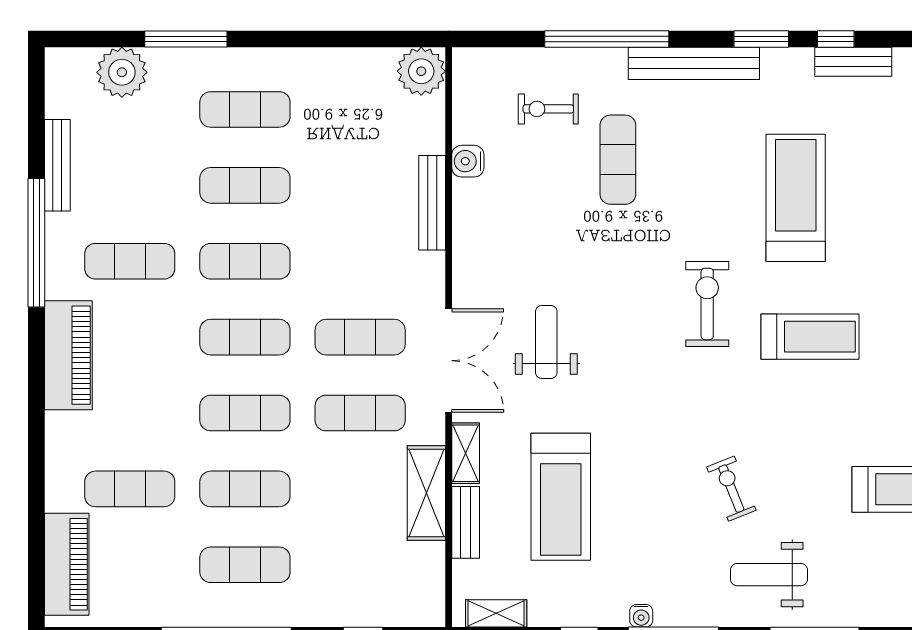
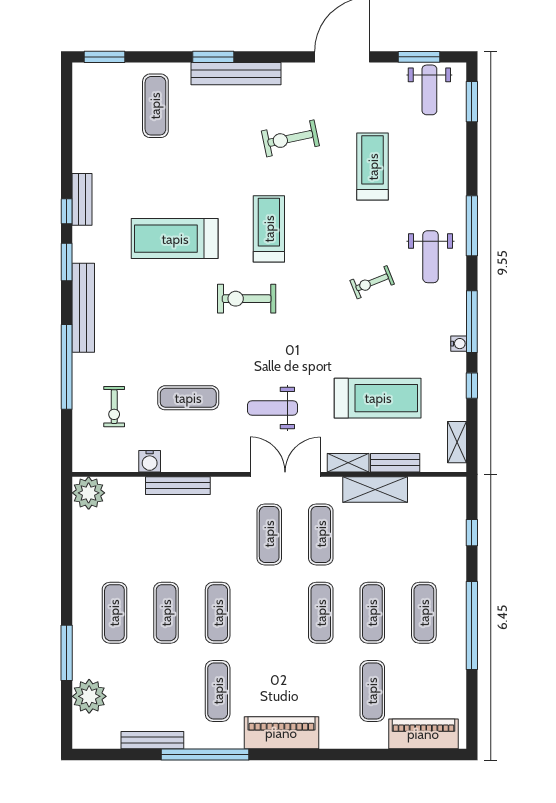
exercise mat: (618, 160) -> (188, 398), moved
exercise mat: (245, 337) -> (269, 613), removed

